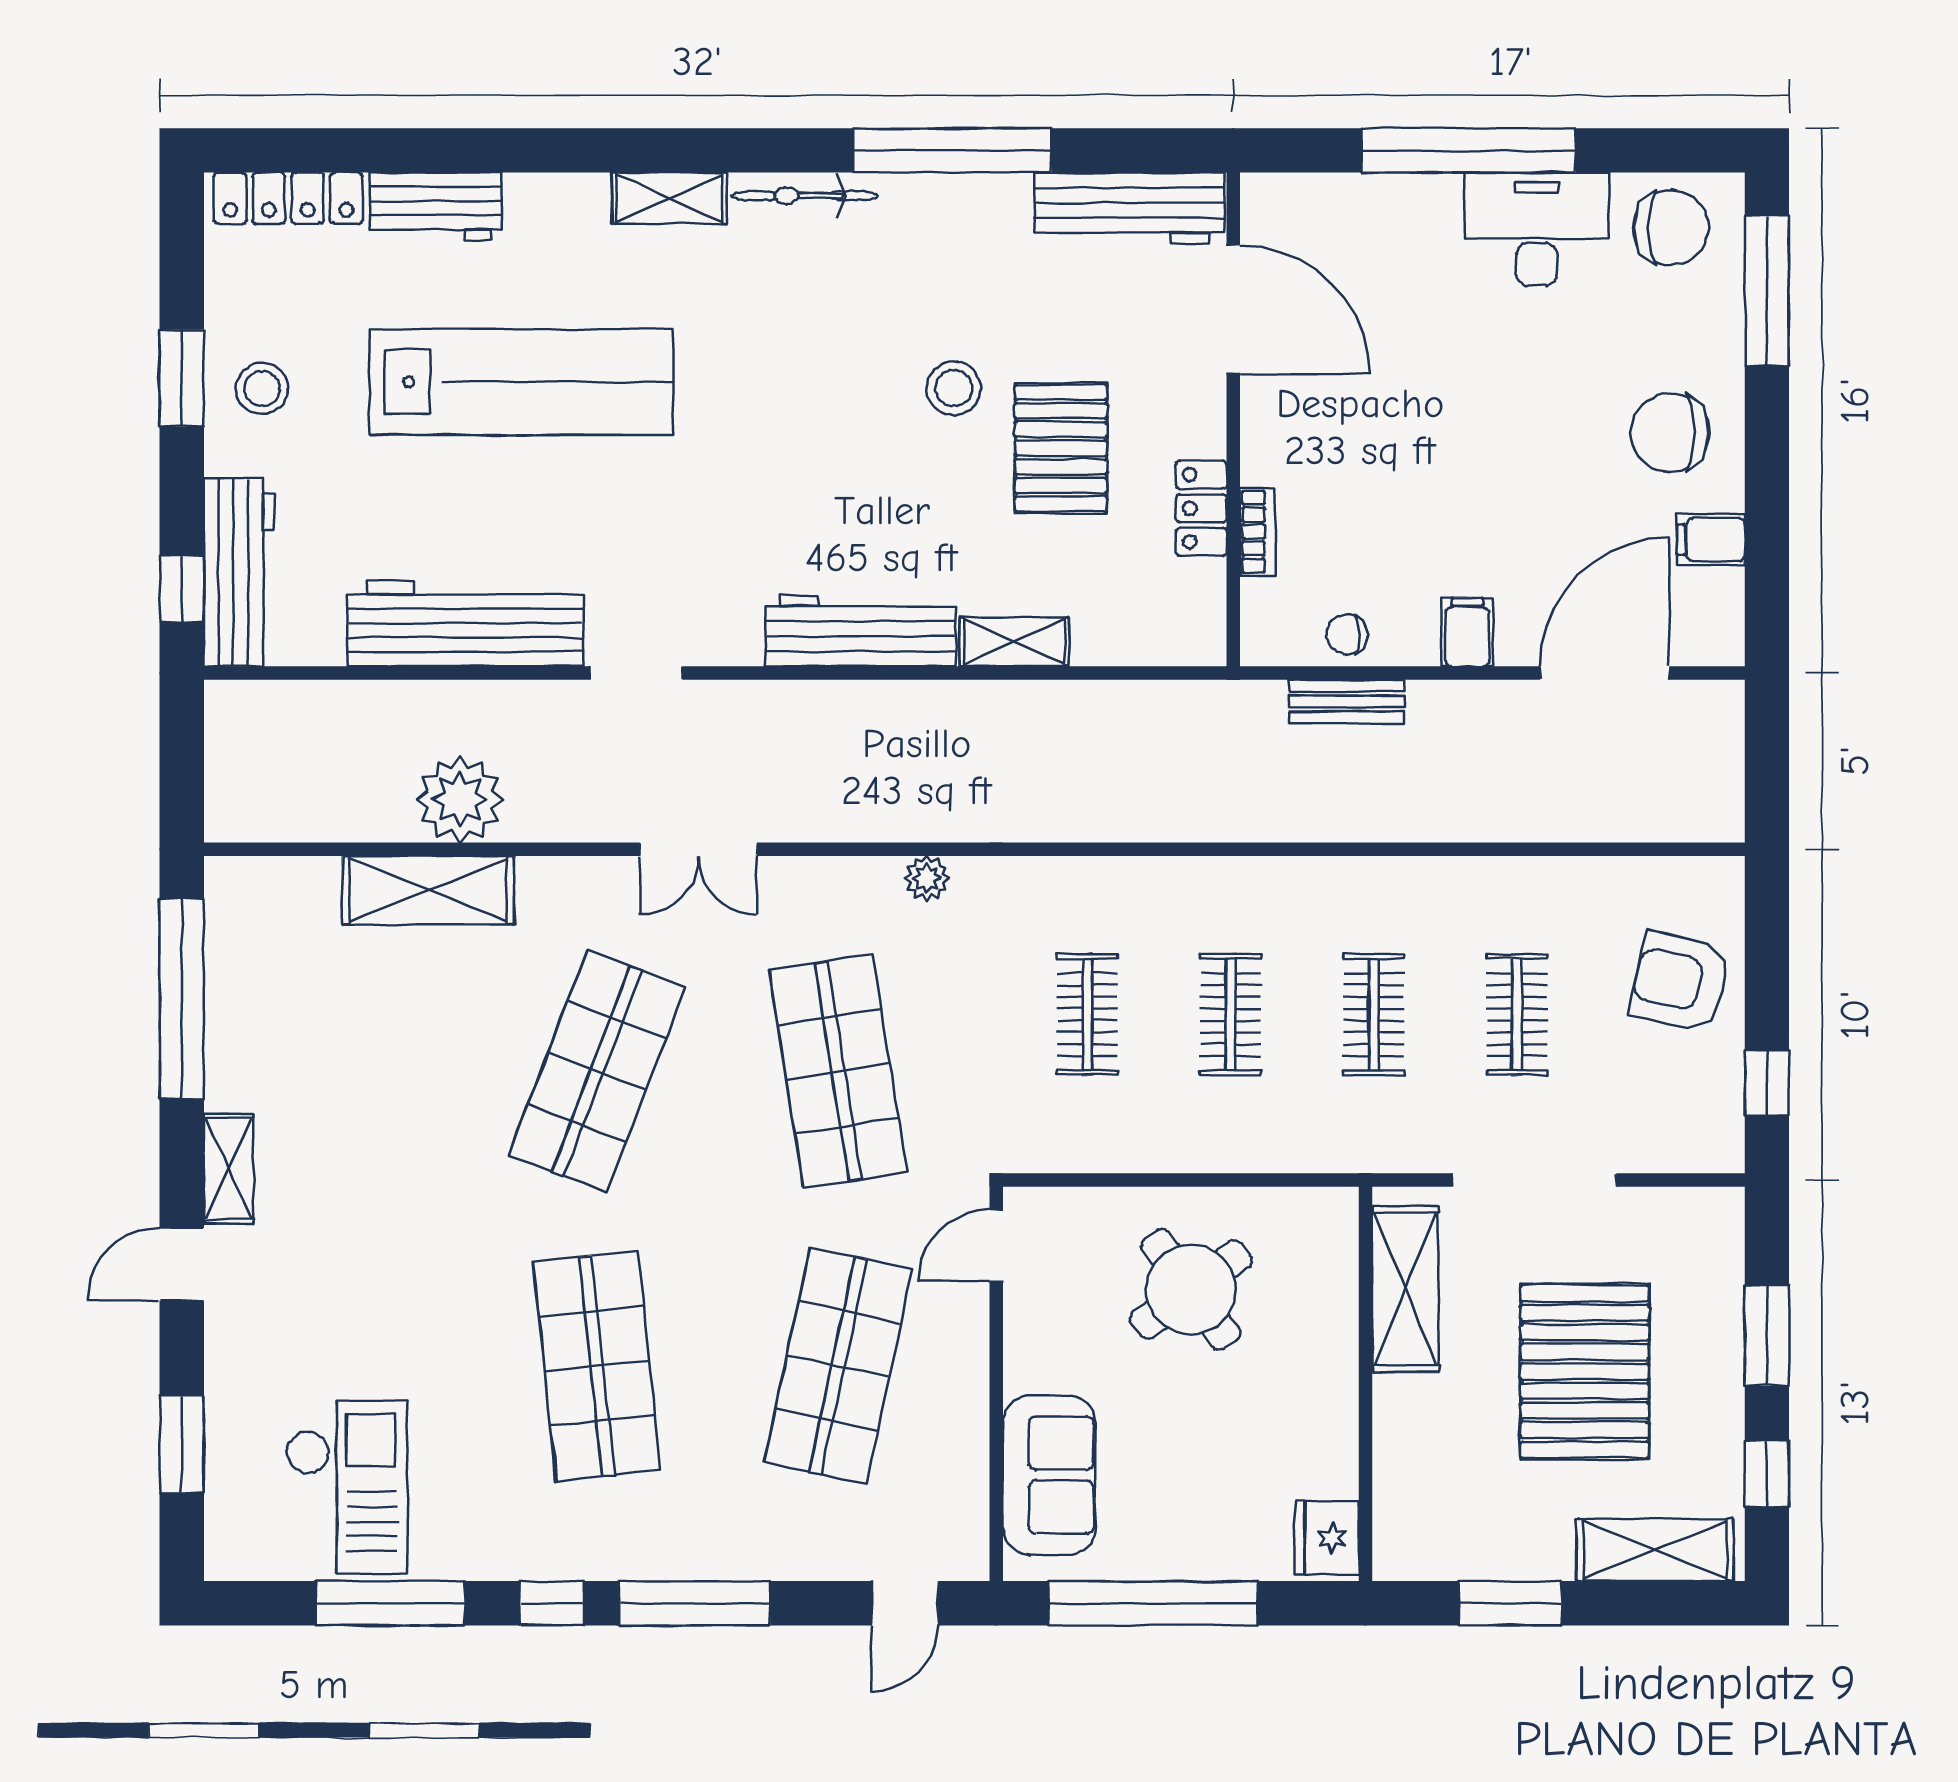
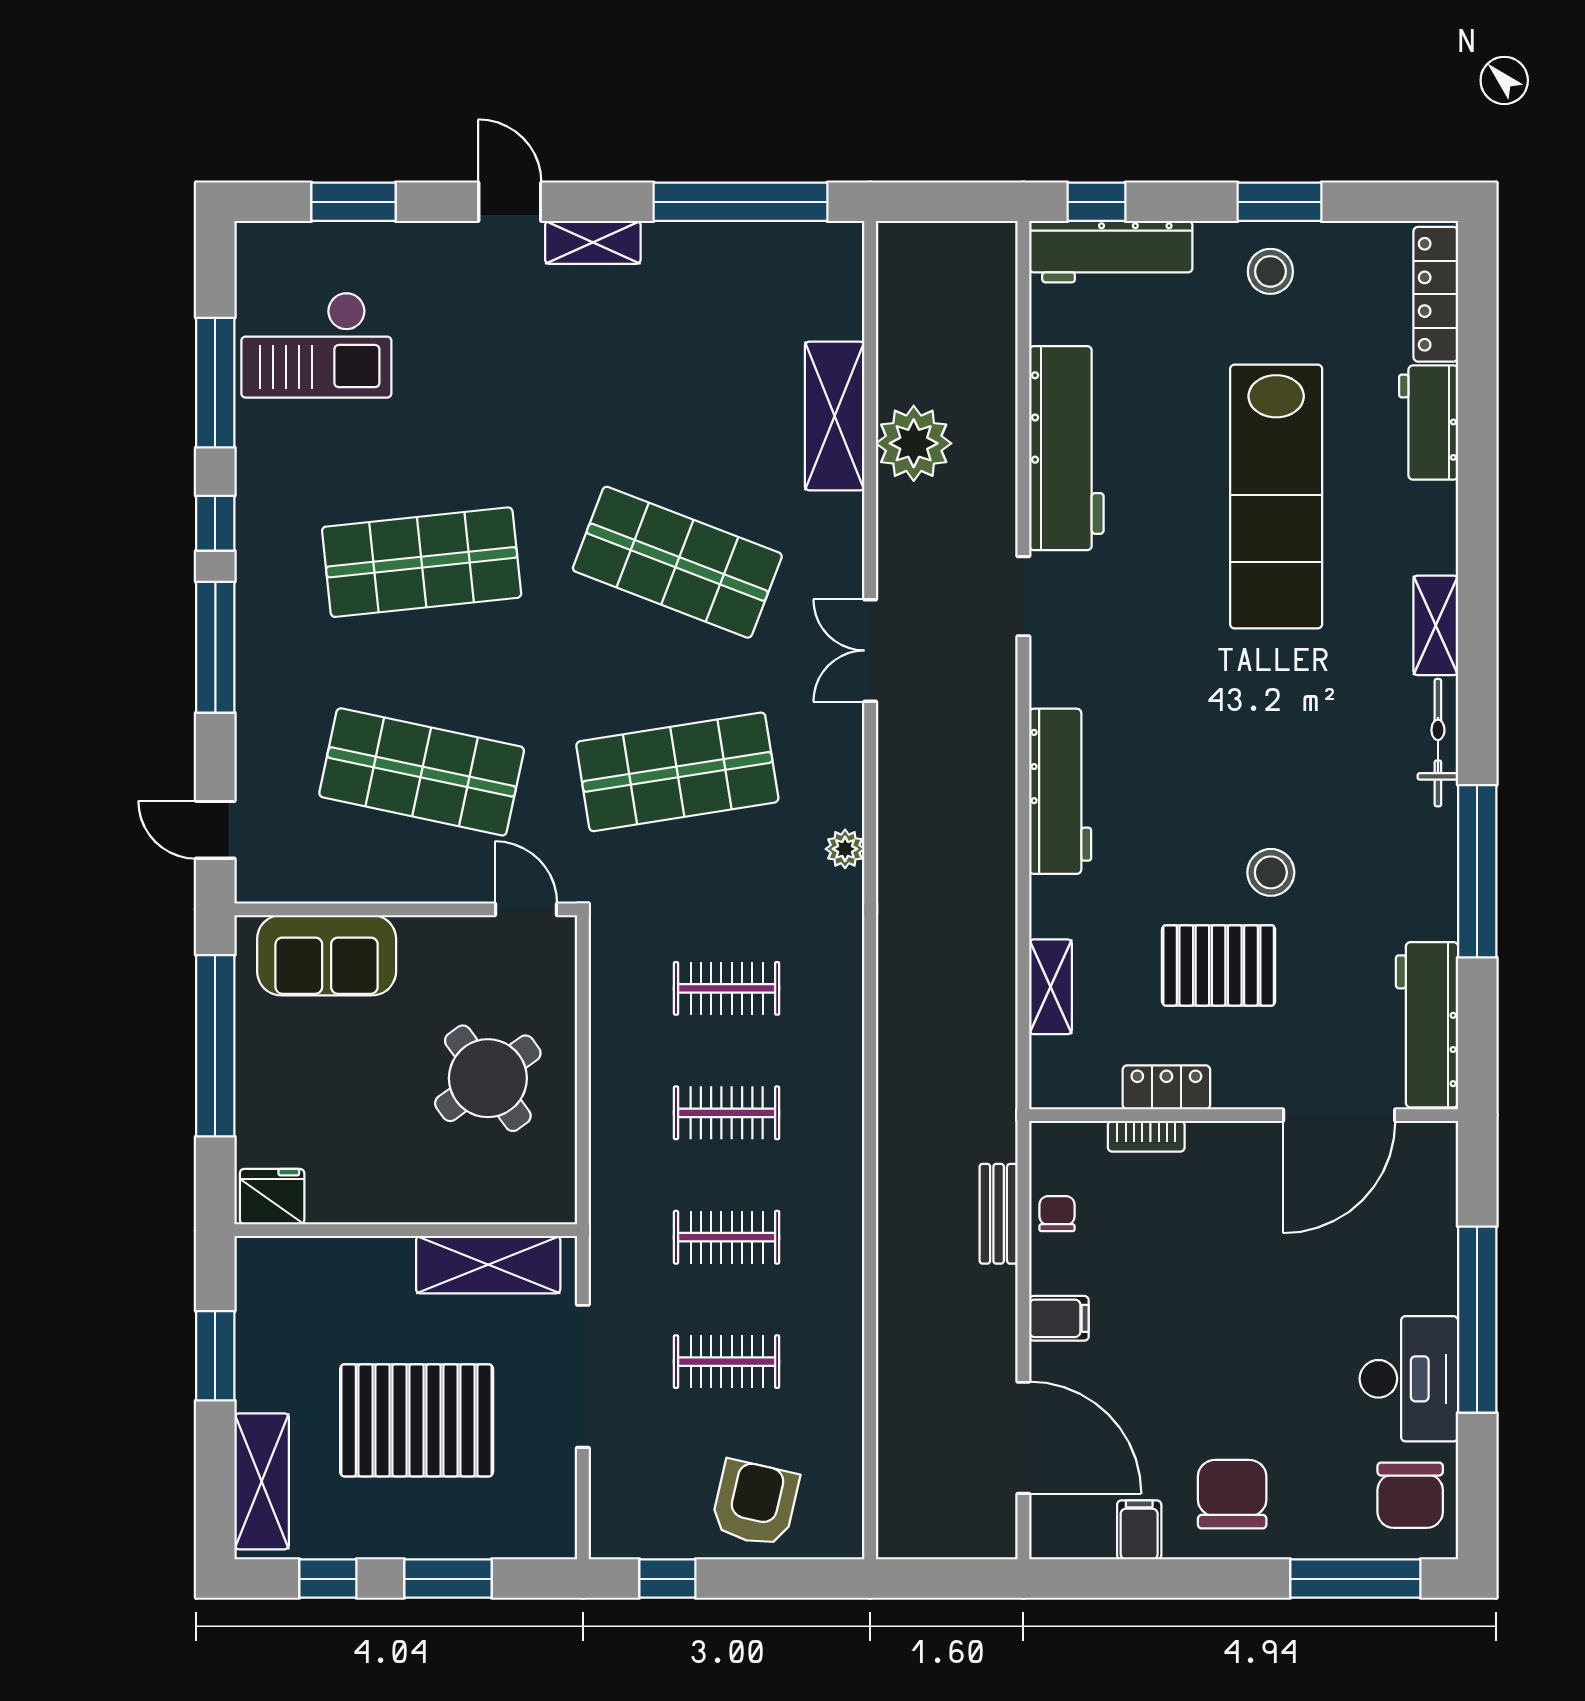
shelving: (1015, 642) -> (1050, 987), moved

